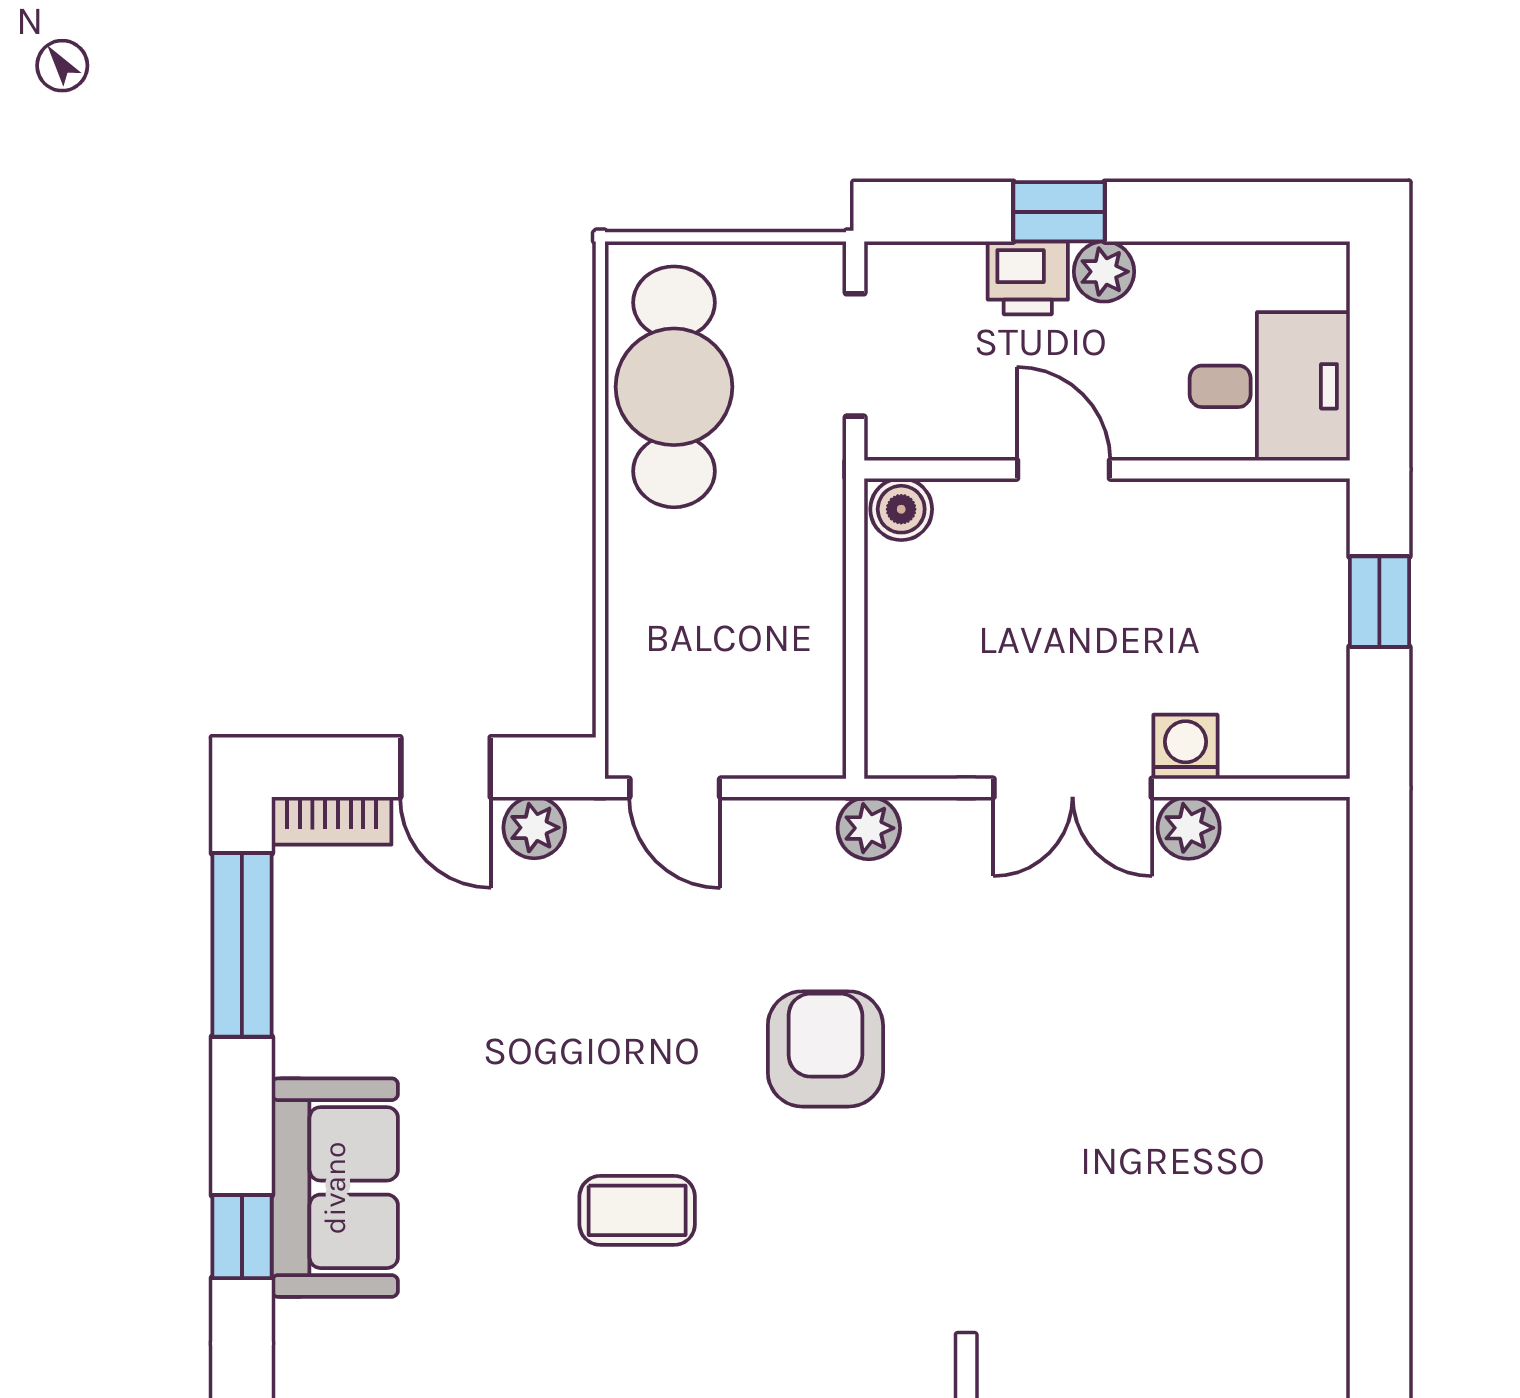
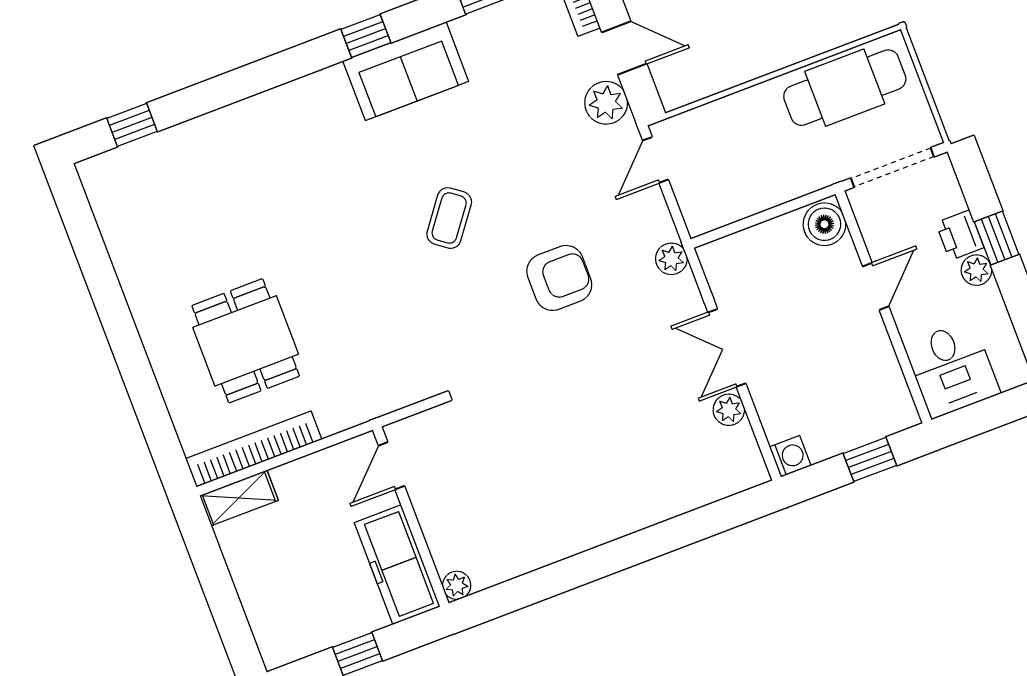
doorway: (855, 355) -> (892, 167), width x1.38
boiler: (901, 509) -> (824, 224), width x1.36, depth x1.36
washing machine: (1185, 747) -> (790, 456), moved
door: (446, 767) -> (624, 48), swing flipped
plant: (534, 828) -> (606, 103), width x1.38, depth x1.38
coffee table: (637, 1210) -> (449, 218), turned 37

